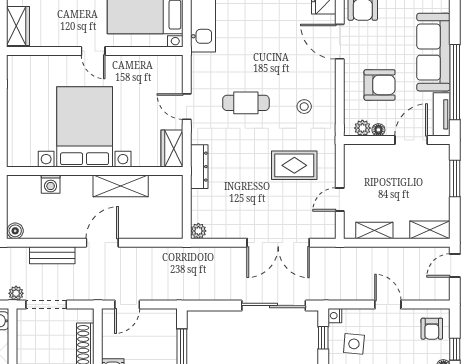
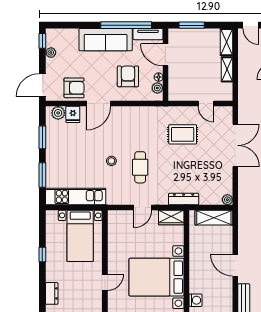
door: (93, 51) -> (105, 282), moved
stool: (304, 107) -> (111, 161), moved
rug: (294, 165) -> (183, 134), turned 90
shelving: (121, 186) -> (214, 218), moved, turned 90
shelving: (374, 230) -> (227, 69), moved

